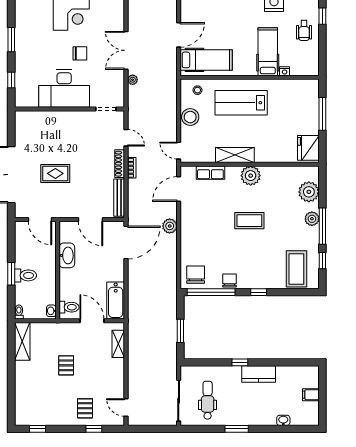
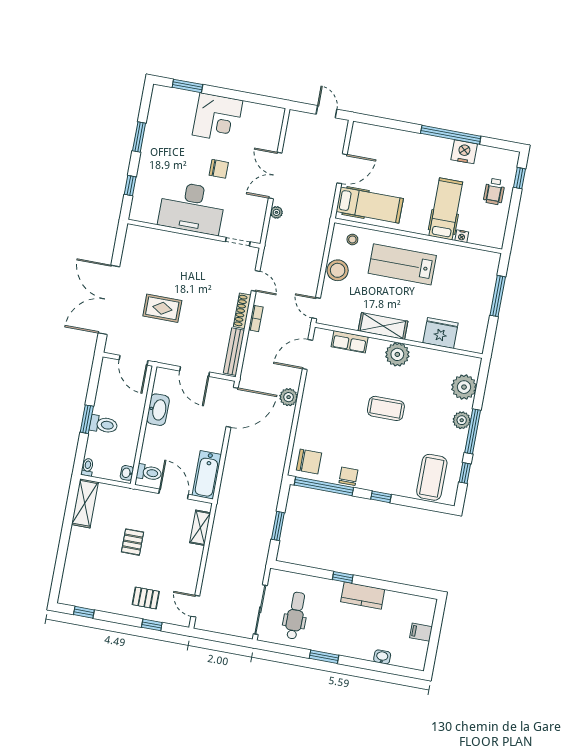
fridge: (308, 148) -> (441, 333), moved, turned 90
chair: (196, 275) -> (309, 462), turned 90
pallet: (85, 408) -> (146, 598), turned 90

